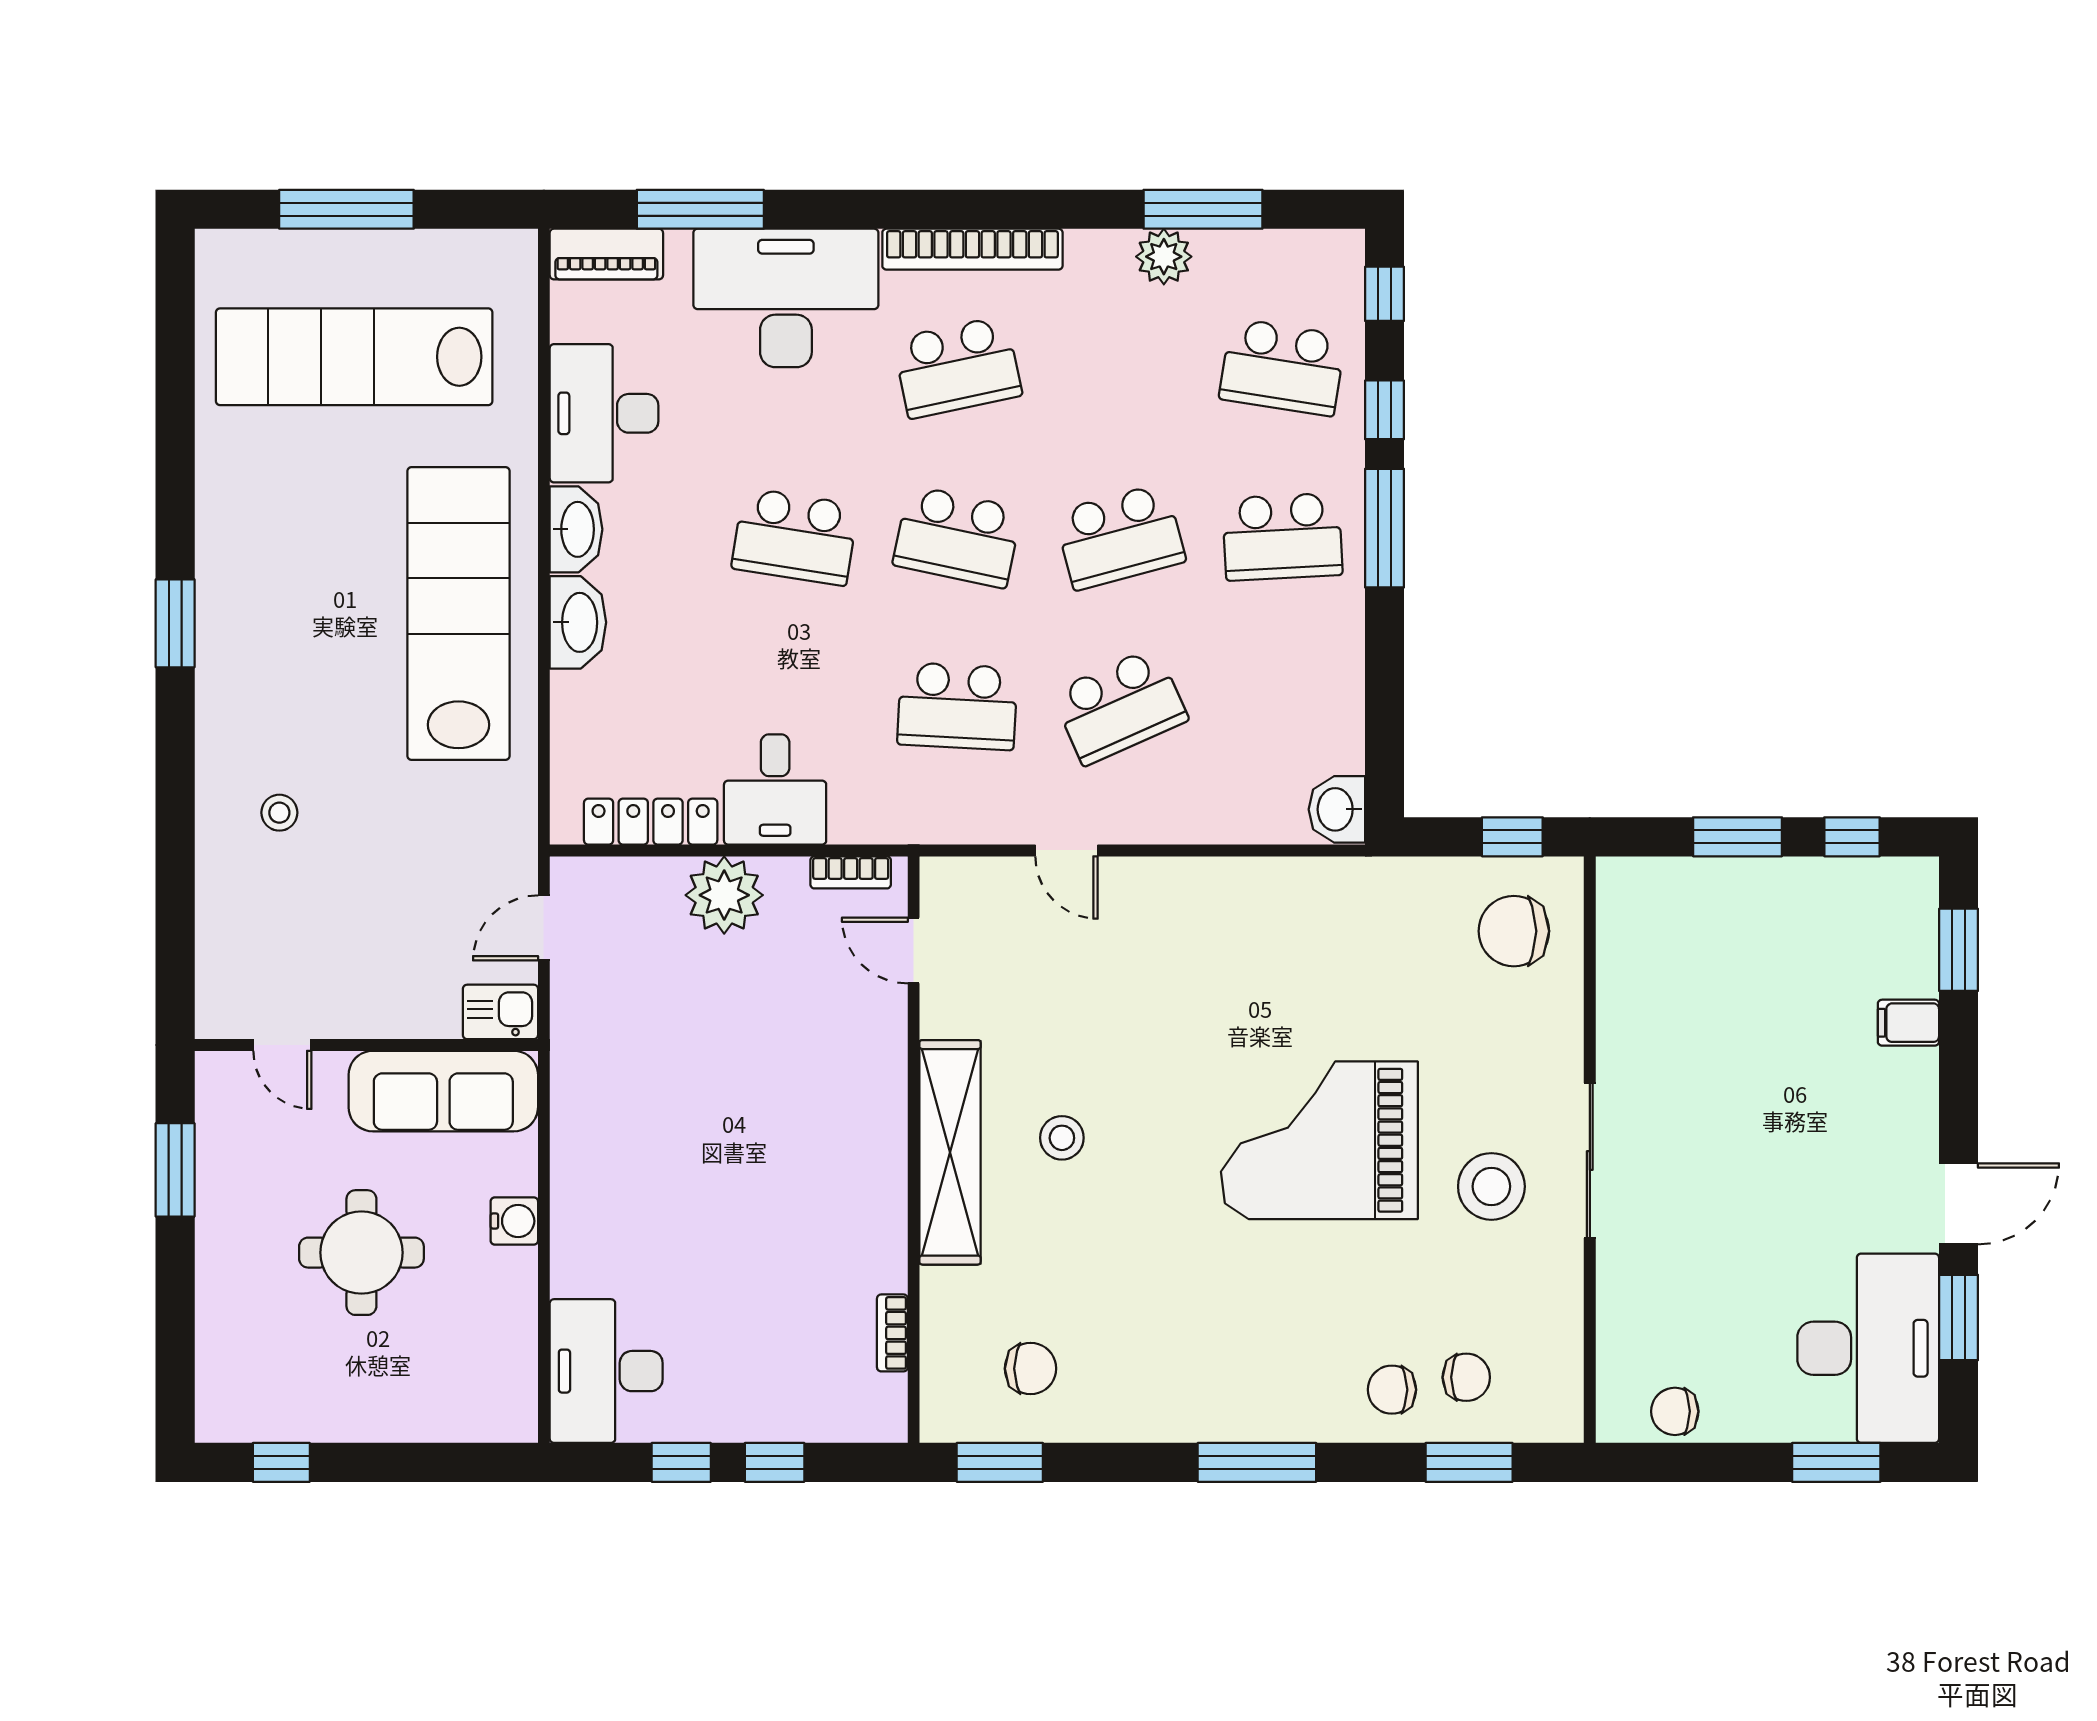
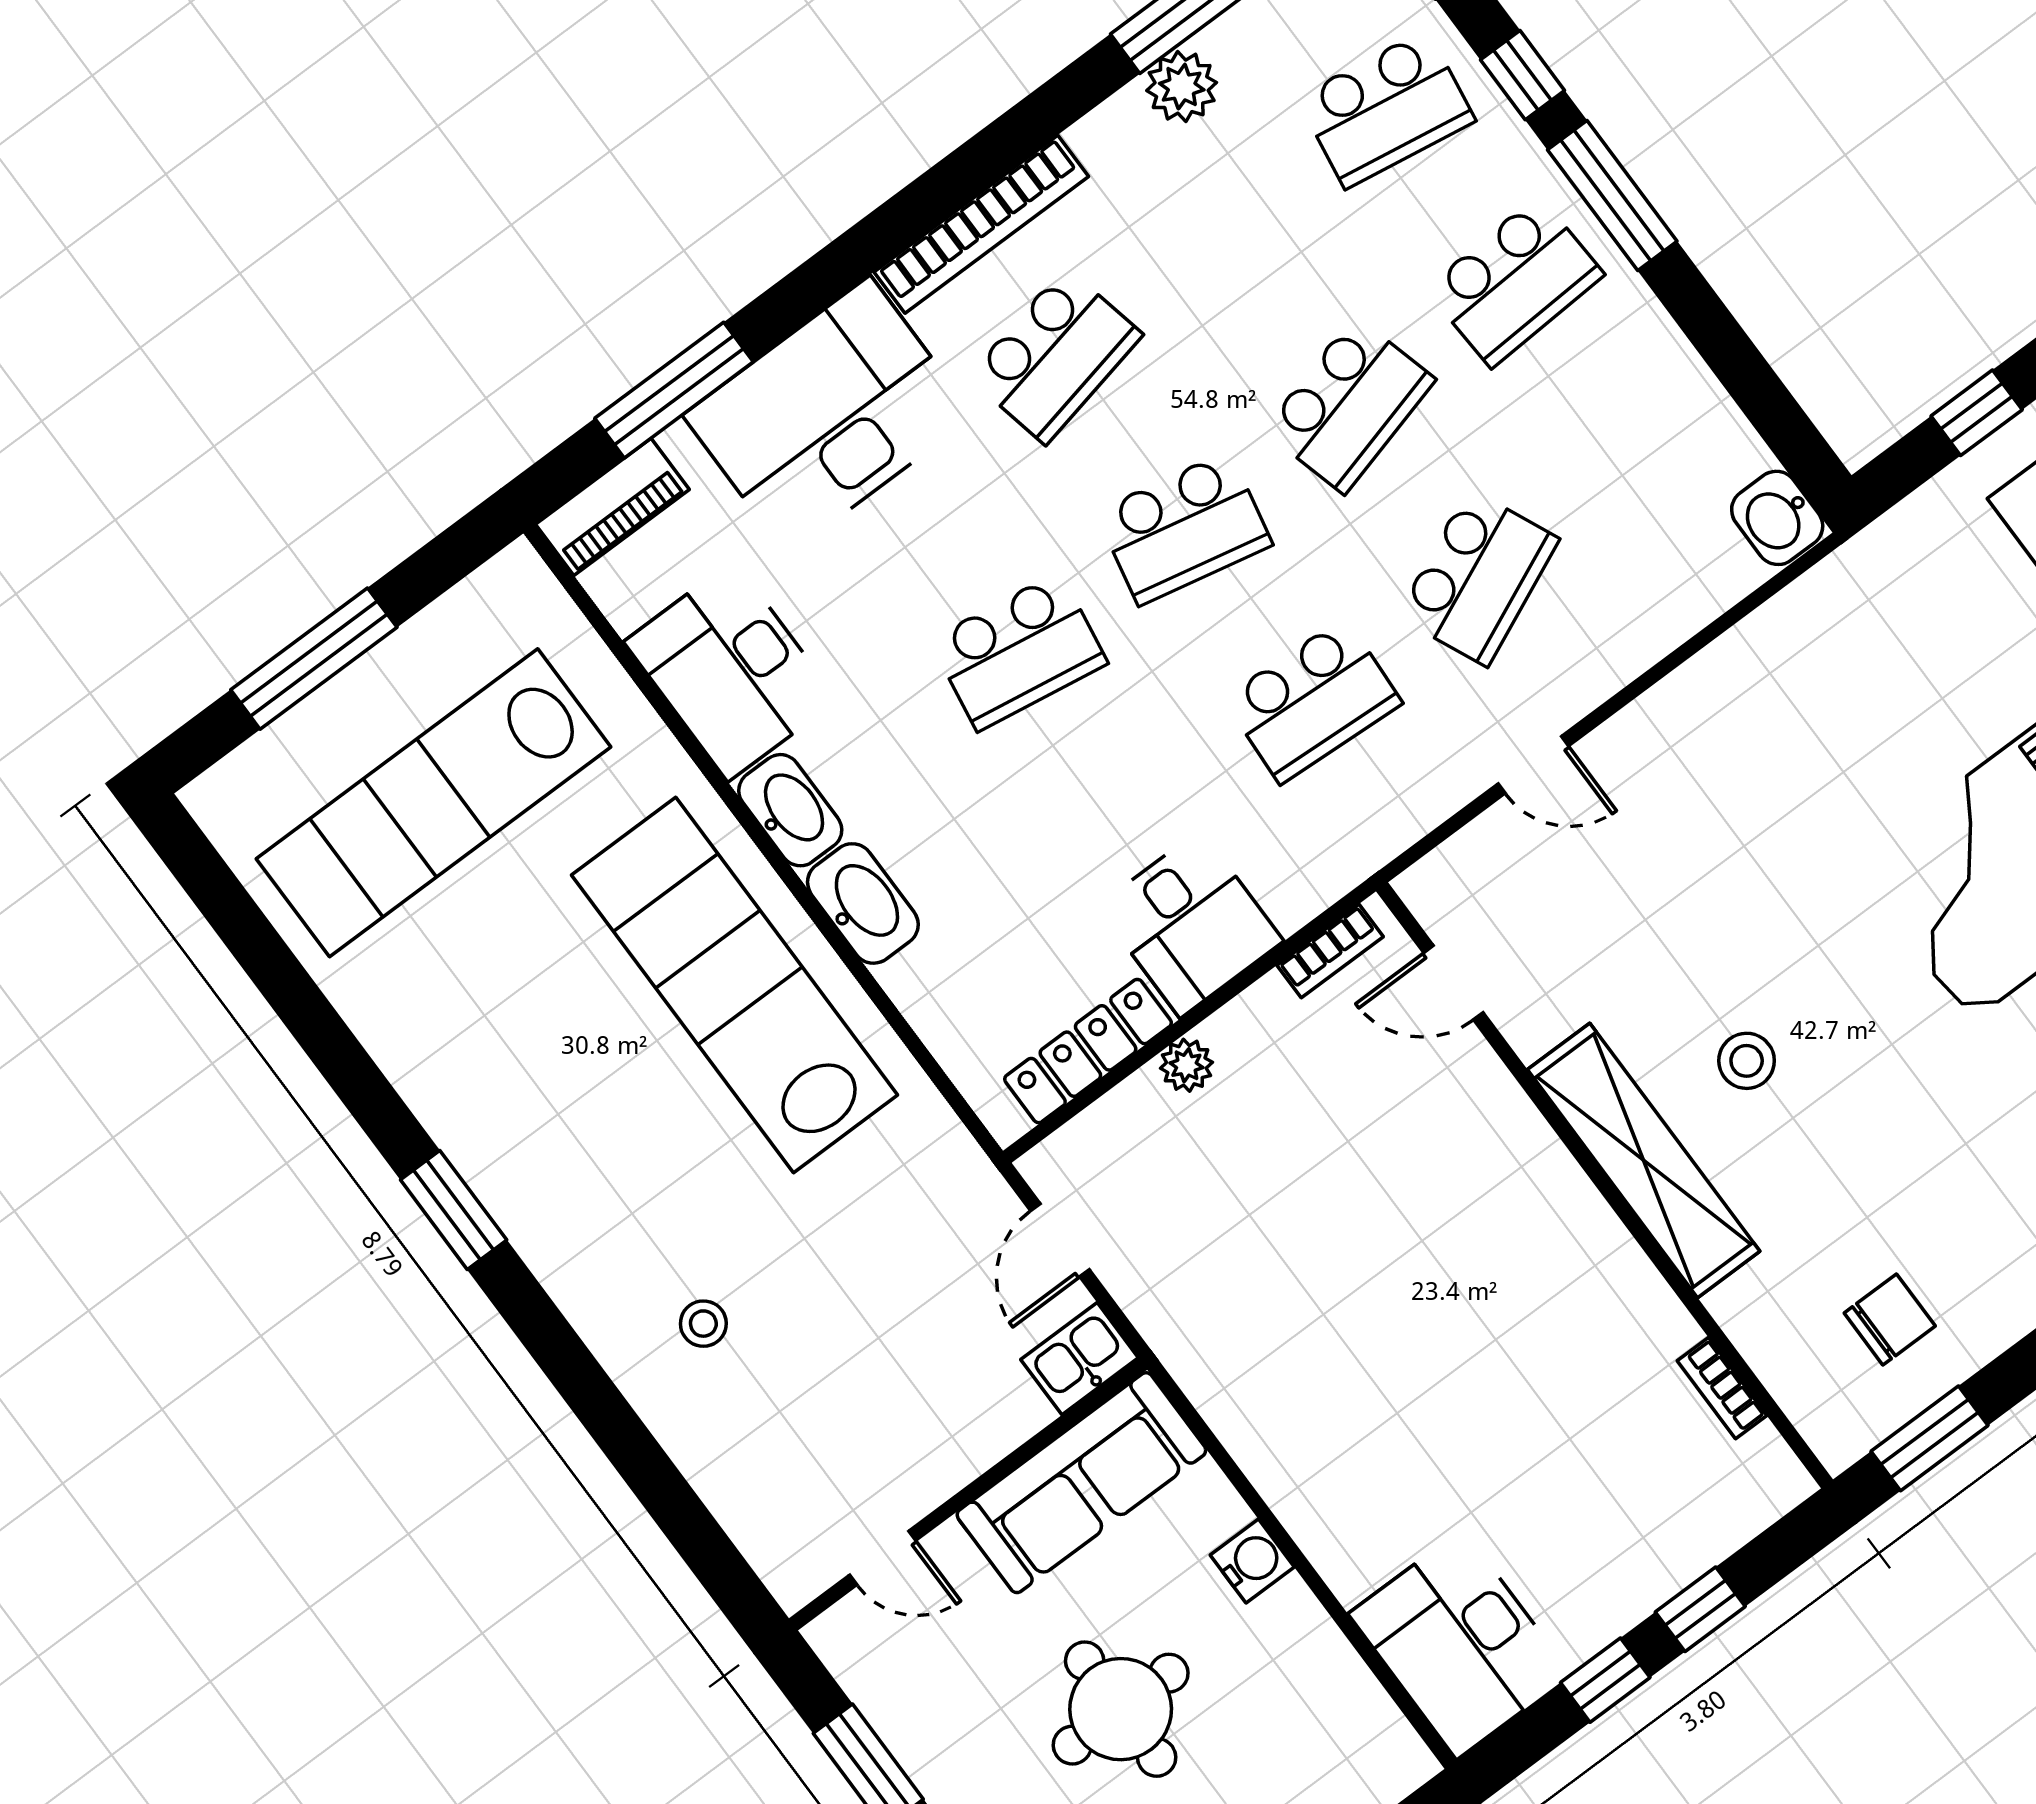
plant: (724, 895) -> (1186, 1065), width x0.53, depth x0.53

